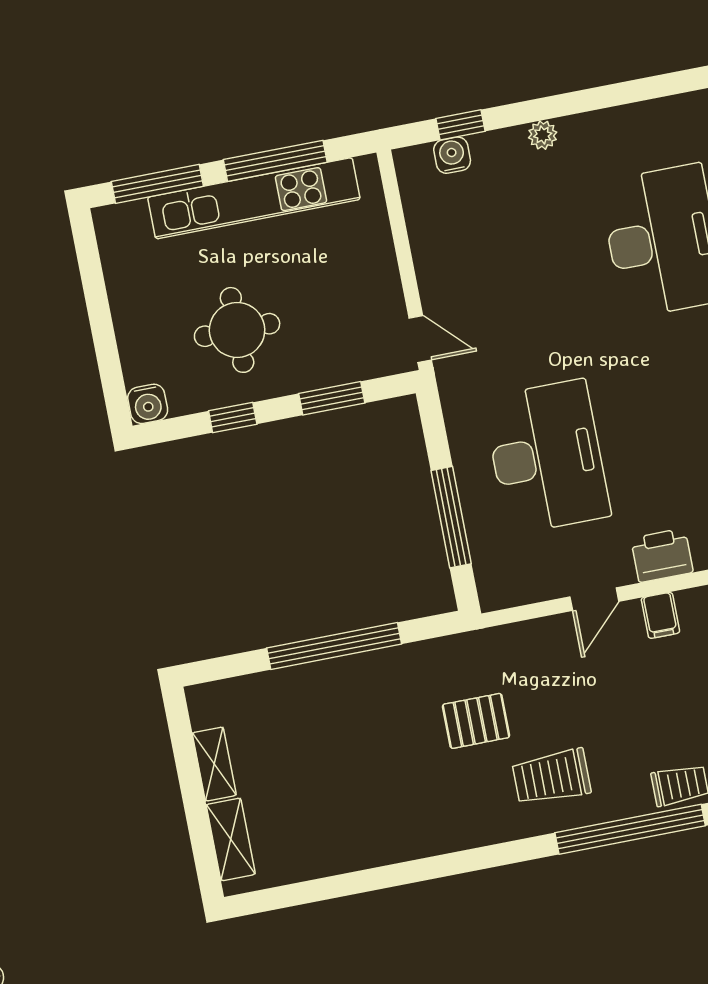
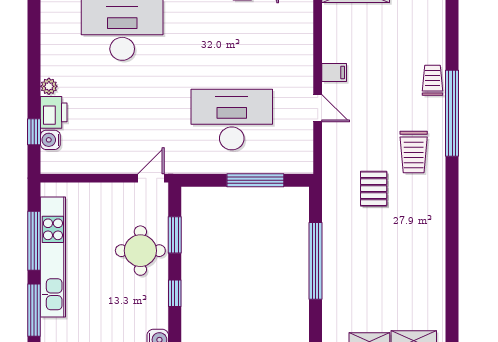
round table: (237, 330) -> (140, 251), moved
printer: (662, 555) -> (54, 112), moved, turned 180

